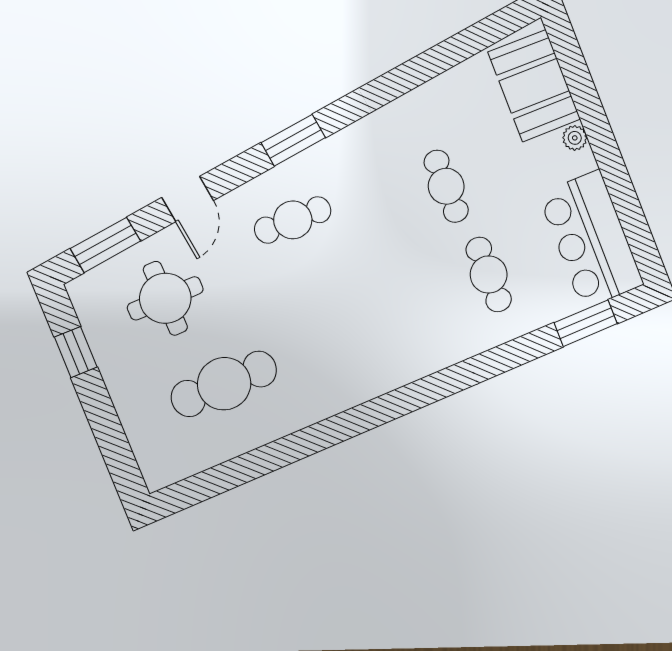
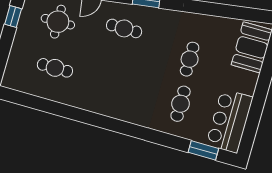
plant: (575, 138) -> (252, 78), removed
cafe table: (224, 384) -> (55, 68), width x0.73, depth x0.74

